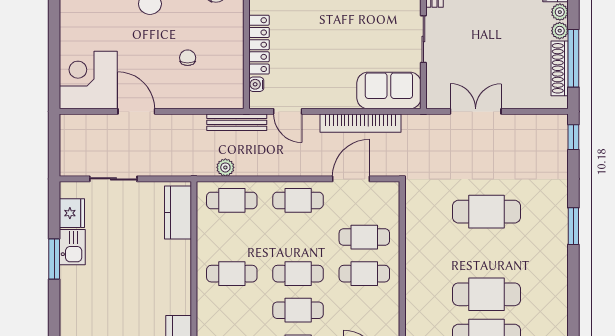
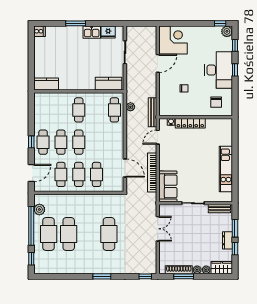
window: (573, 58) -> (184, 276), width x0.69
cafe table: (298, 200) -> (61, 174), moved
window: (54, 259) -> (76, 23), moved

